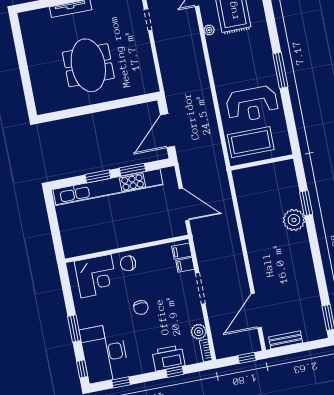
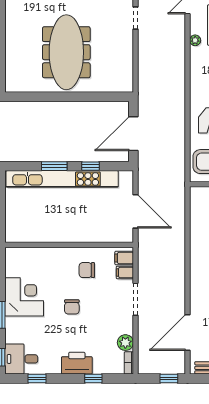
meeting table: (88, 65) -> (66, 52), width x1.36
window: (133, 170) -> (90, 166), width x0.67
chair: (128, 263) -> (87, 270), moved
corner desk: (96, 276) -> (24, 297), moved, turned -90
desk: (104, 353) -> (21, 359), width x0.53, depth x0.77
printer: (168, 358) -> (77, 363), moved

